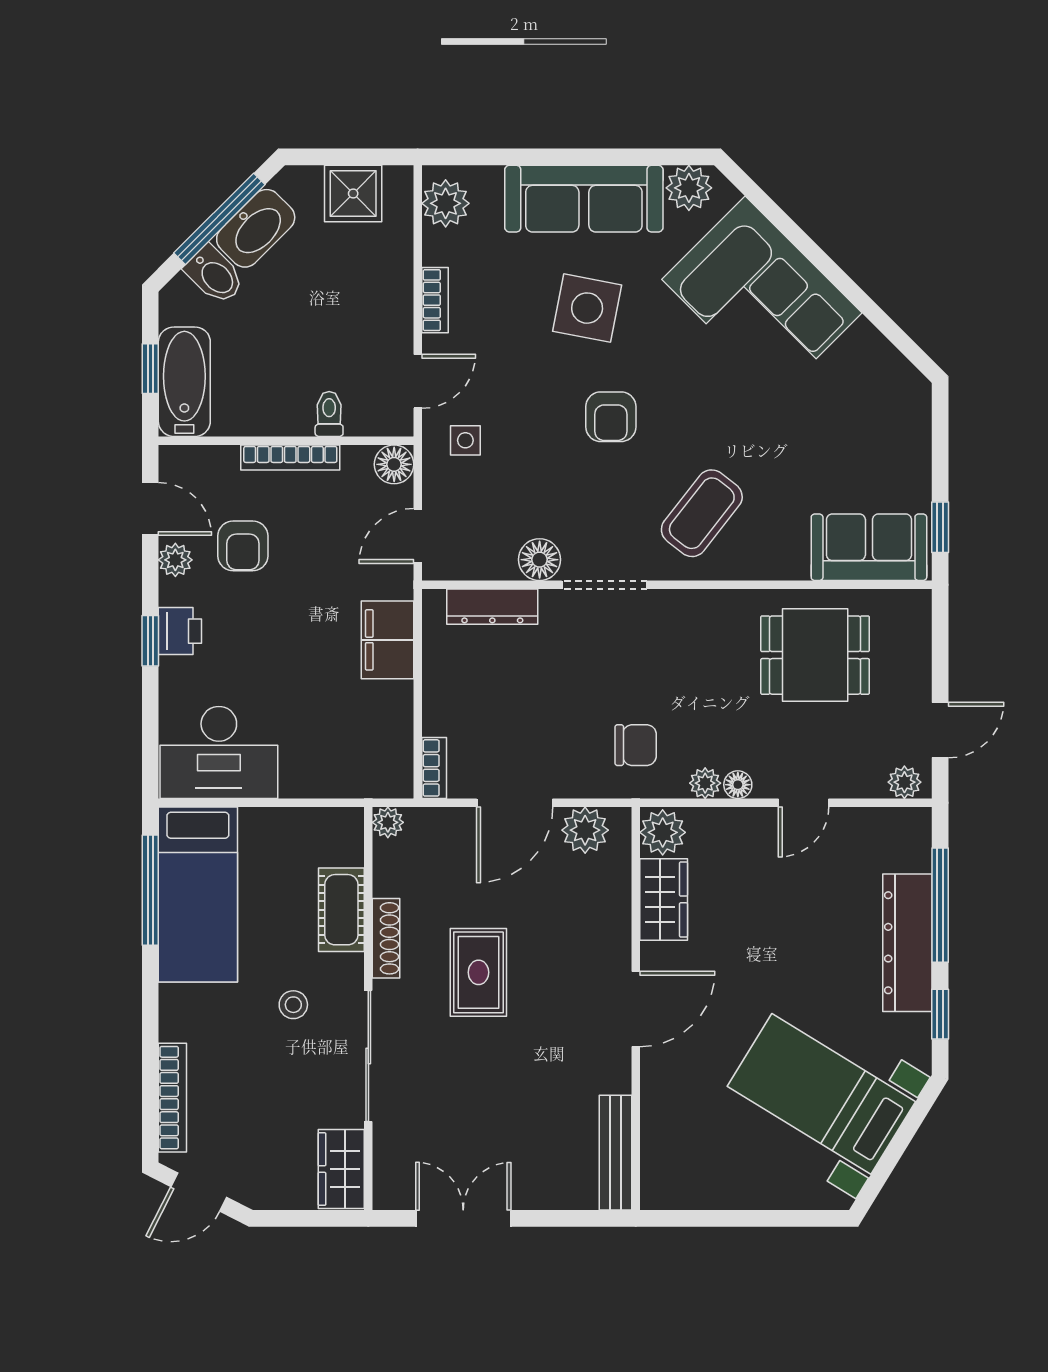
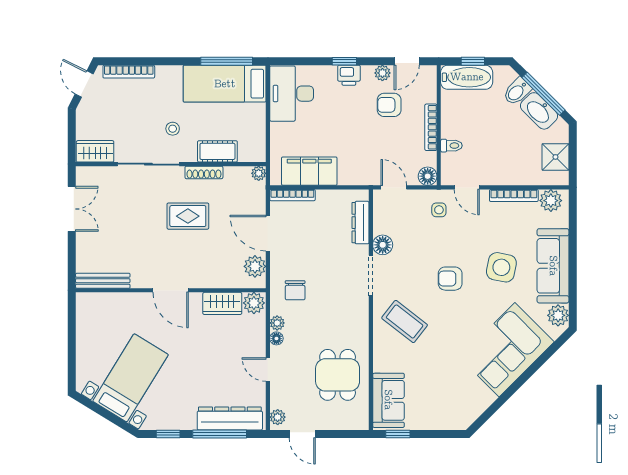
bookcase: (435, 300) -> (514, 196), width x1.56
filing cabinet: (388, 640) -> (309, 171), moved, width x1.50, depth x1.17
bookcase: (434, 768) -> (292, 195), width x1.56
dresser: (907, 943) -> (230, 418), moved

